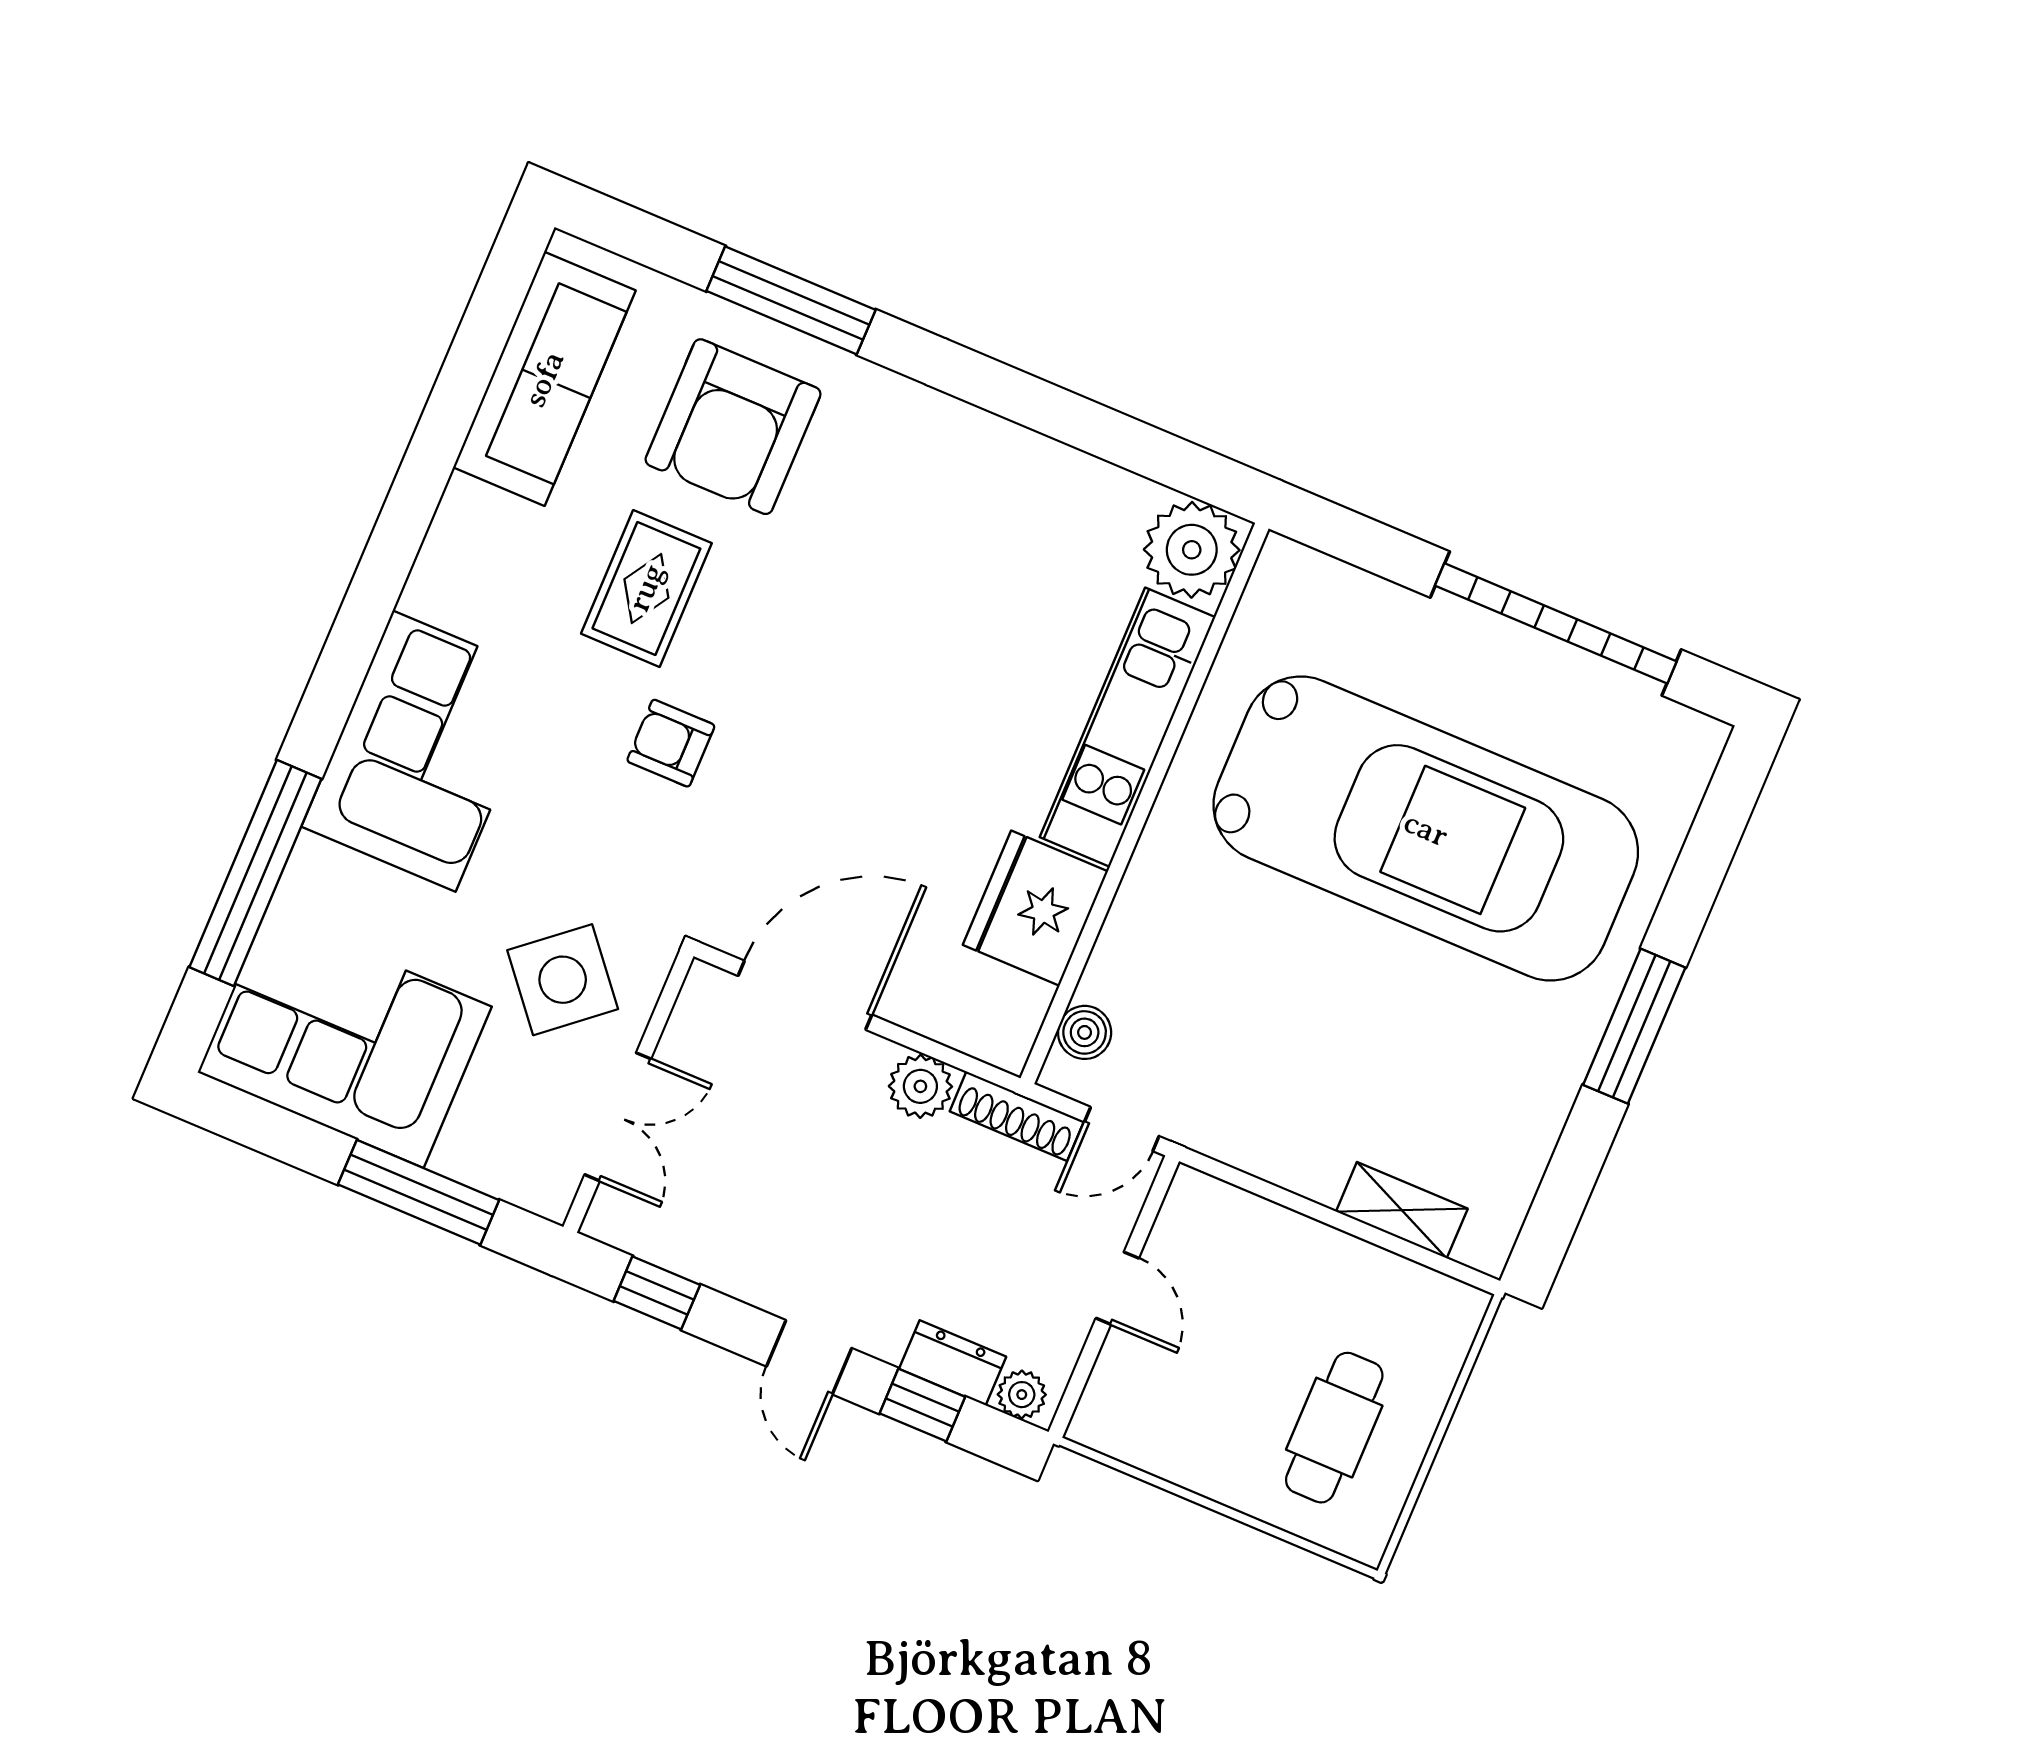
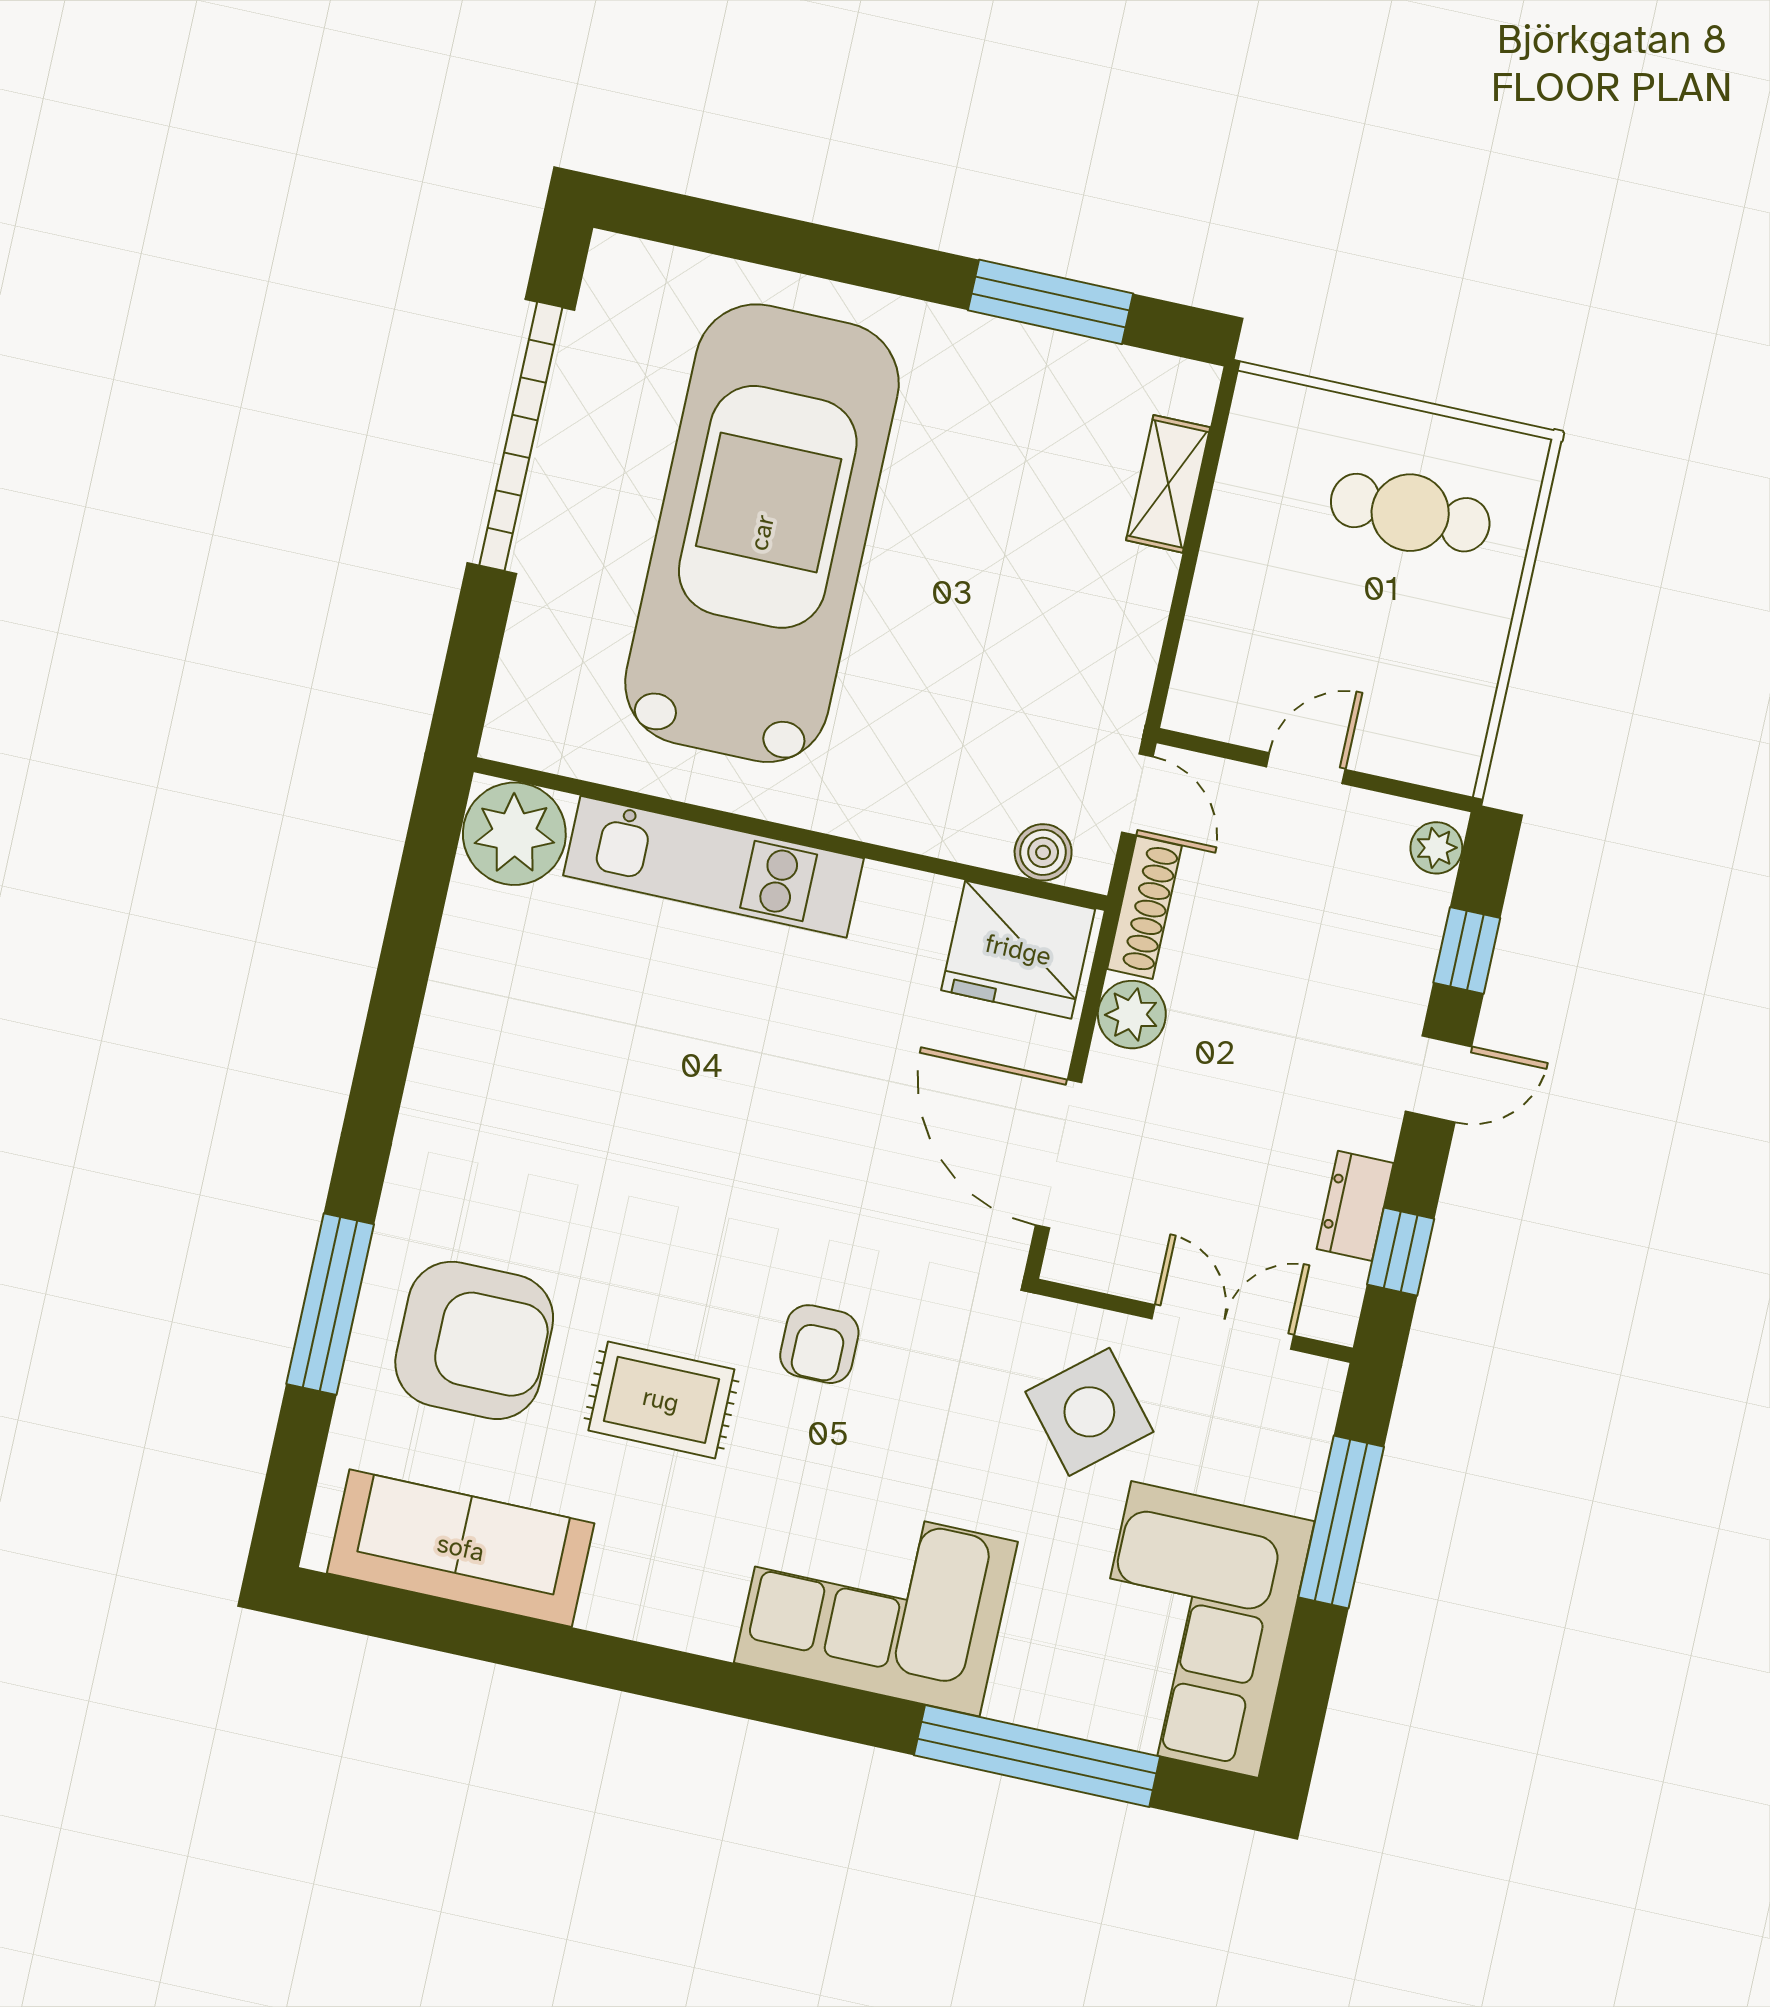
fridge: (1035, 908) -> (1018, 950), moved
window: (1634, 1026) -> (1050, 302), moved
dresser: (953, 1363) -> (1355, 1206), moved

